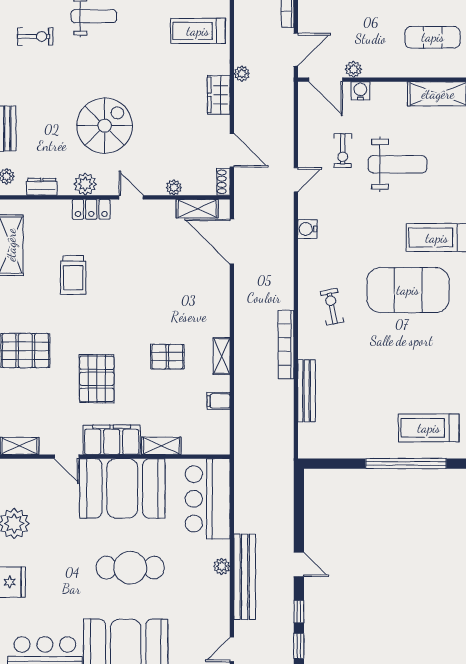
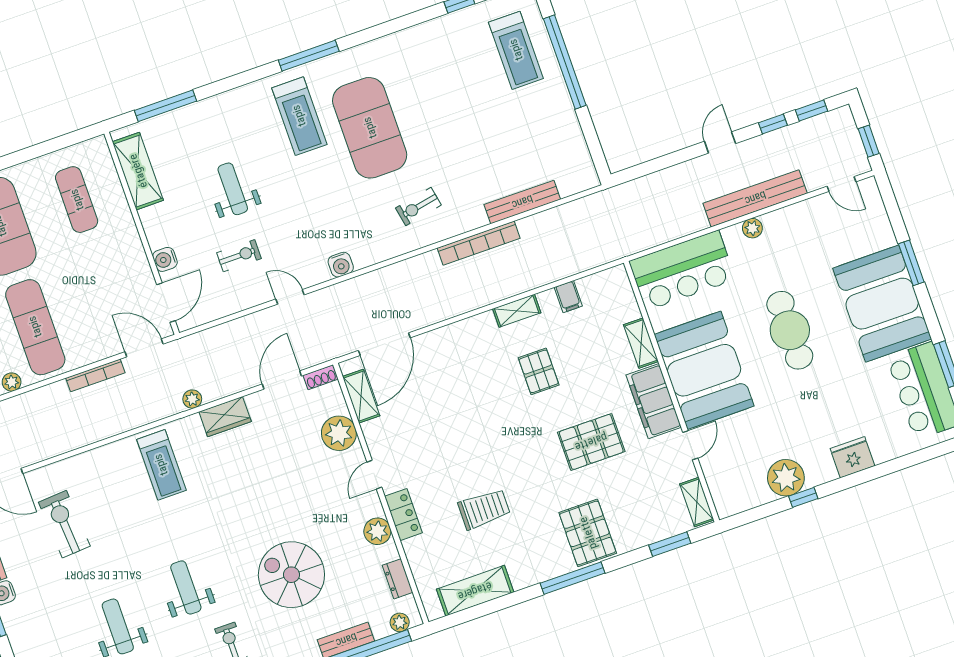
plant: (353, 69) -> (144, 276), removed
spiral stairs: (105, 126) -> (291, 575), moved
weight bench: (398, 164) -> (233, 189), width x0.73, depth x0.75
plant: (174, 187) -> (339, 433), width x1.87, depth x1.87

